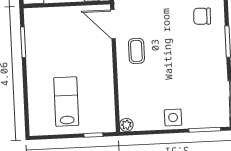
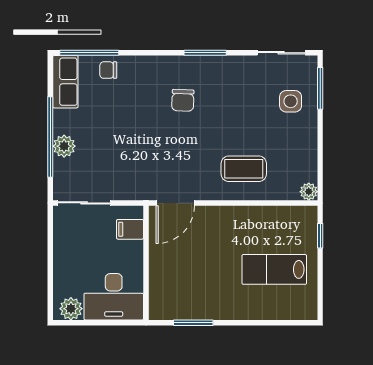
chair: (202, 16) -> (183, 100), moved
coffee table: (136, 51) -> (244, 169), moved, width x1.36, depth x1.30
side table: (173, 117) -> (291, 101), moved

